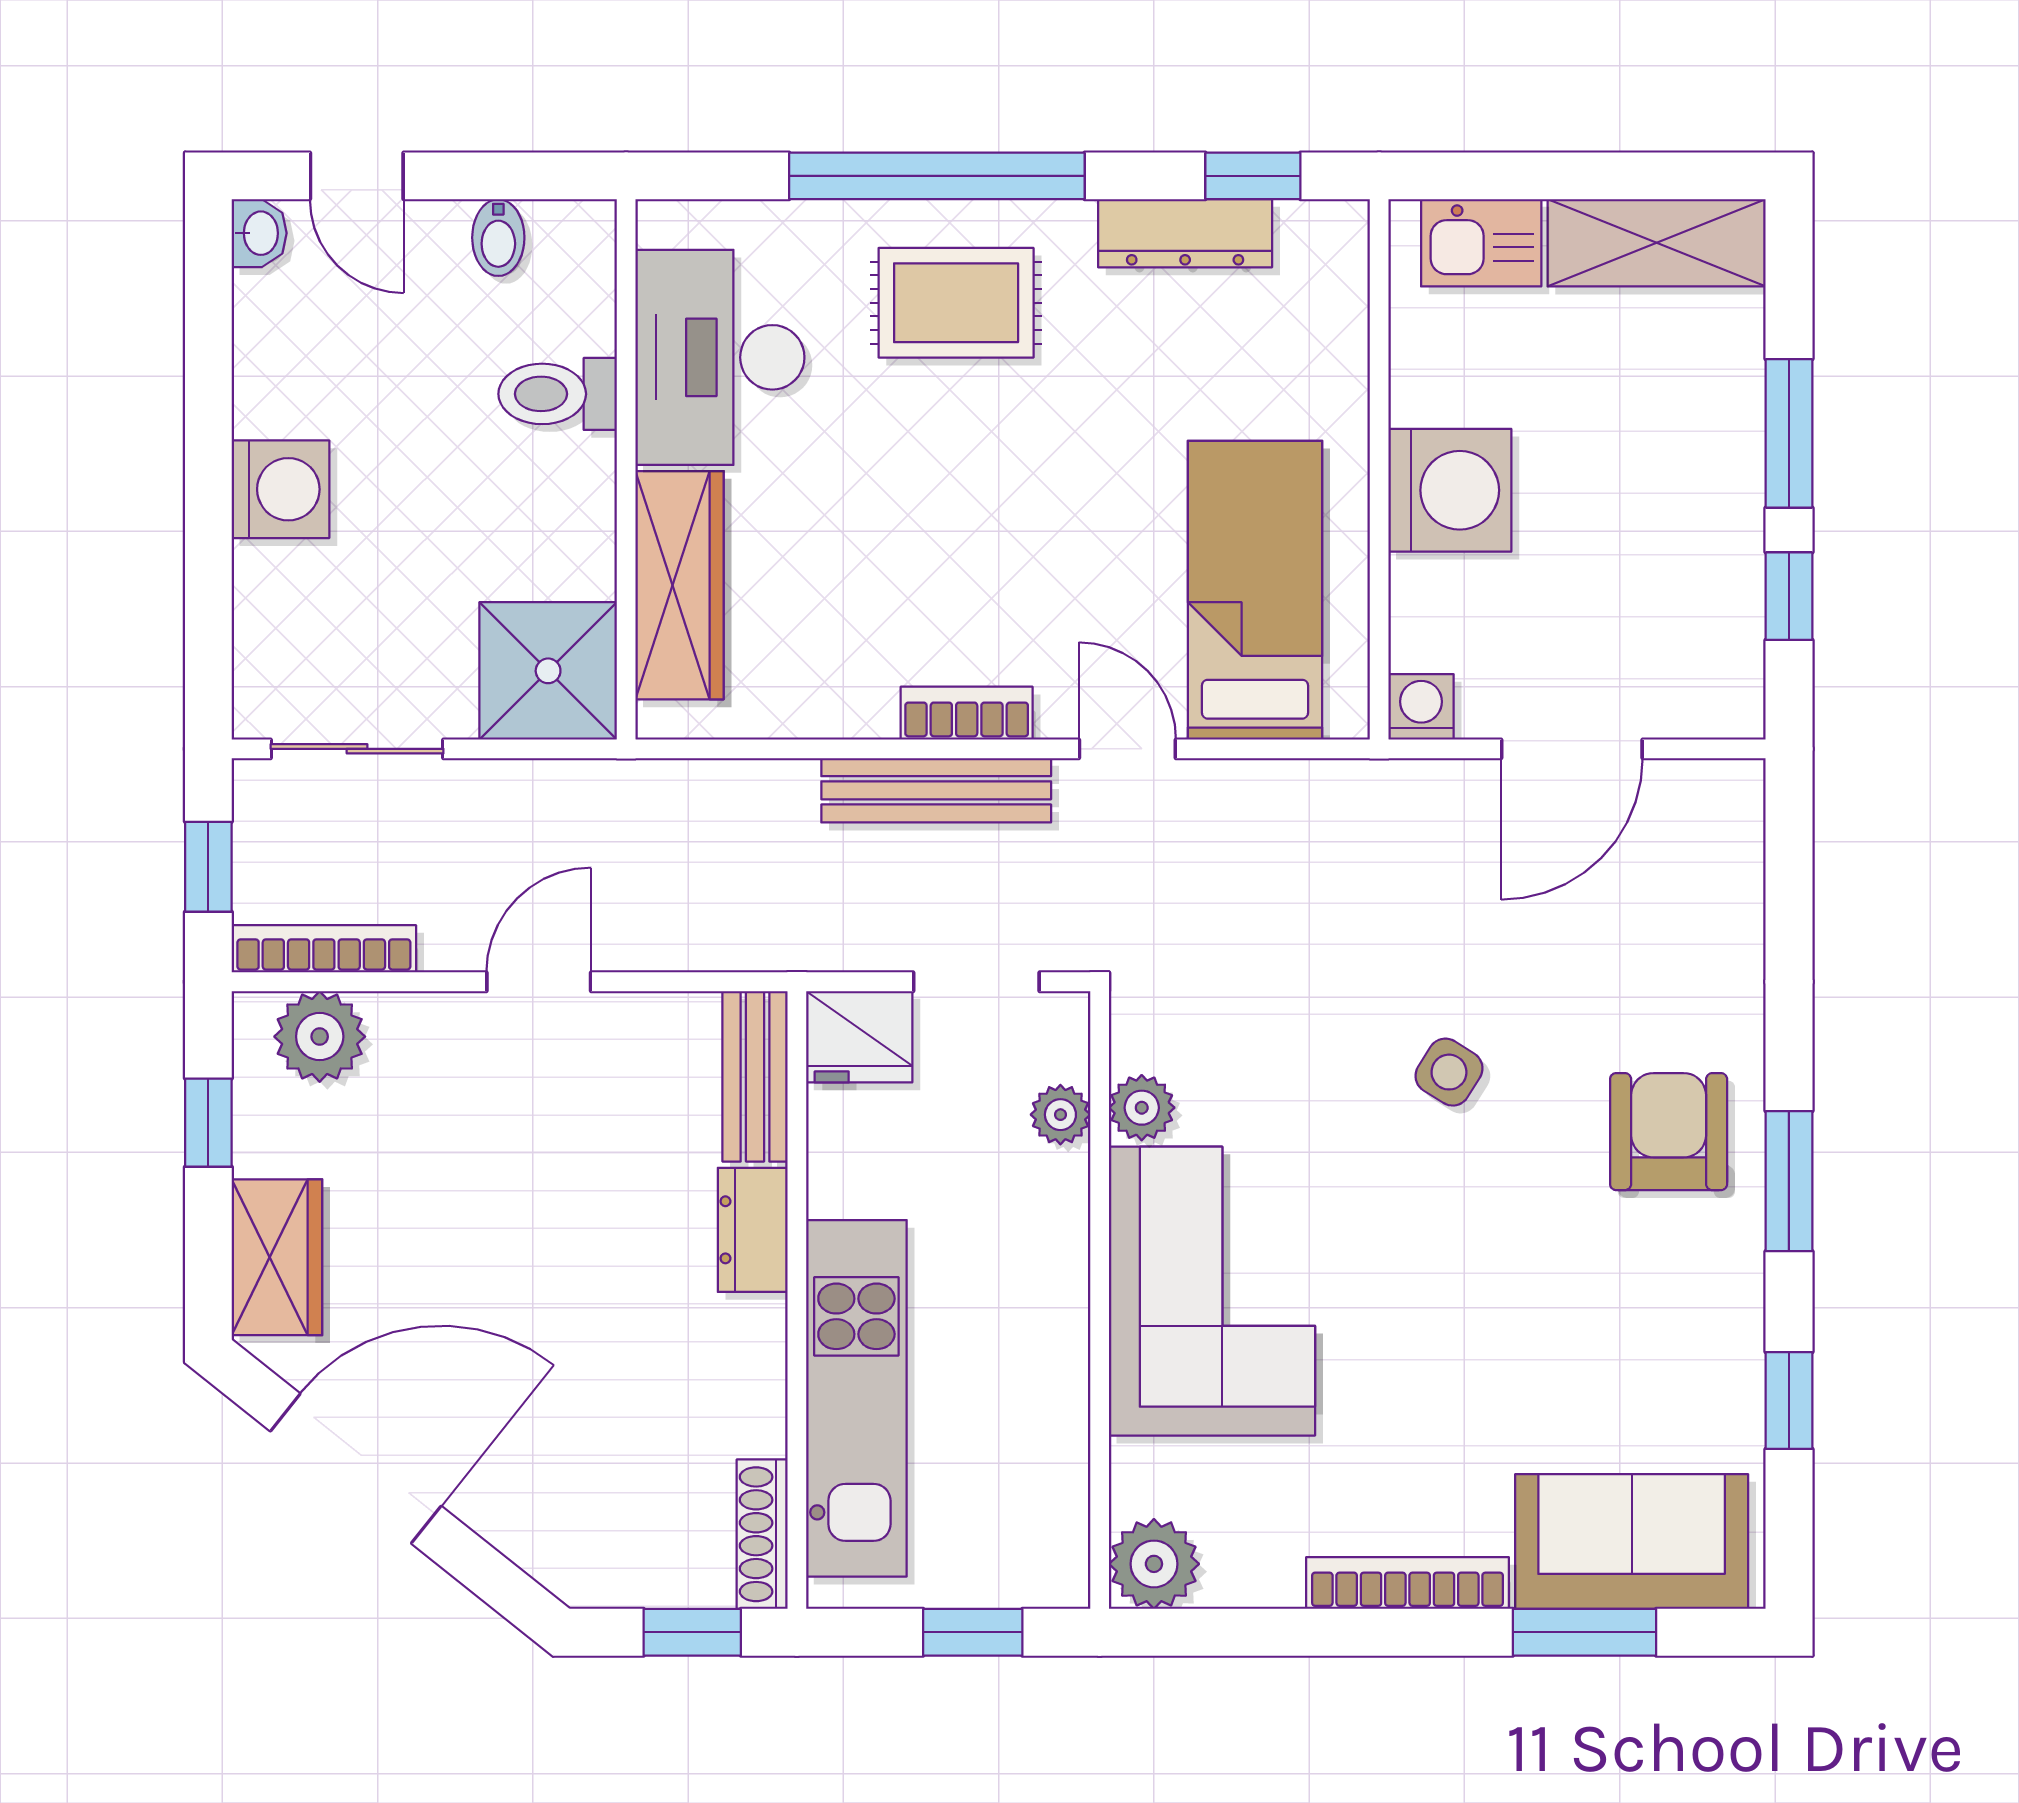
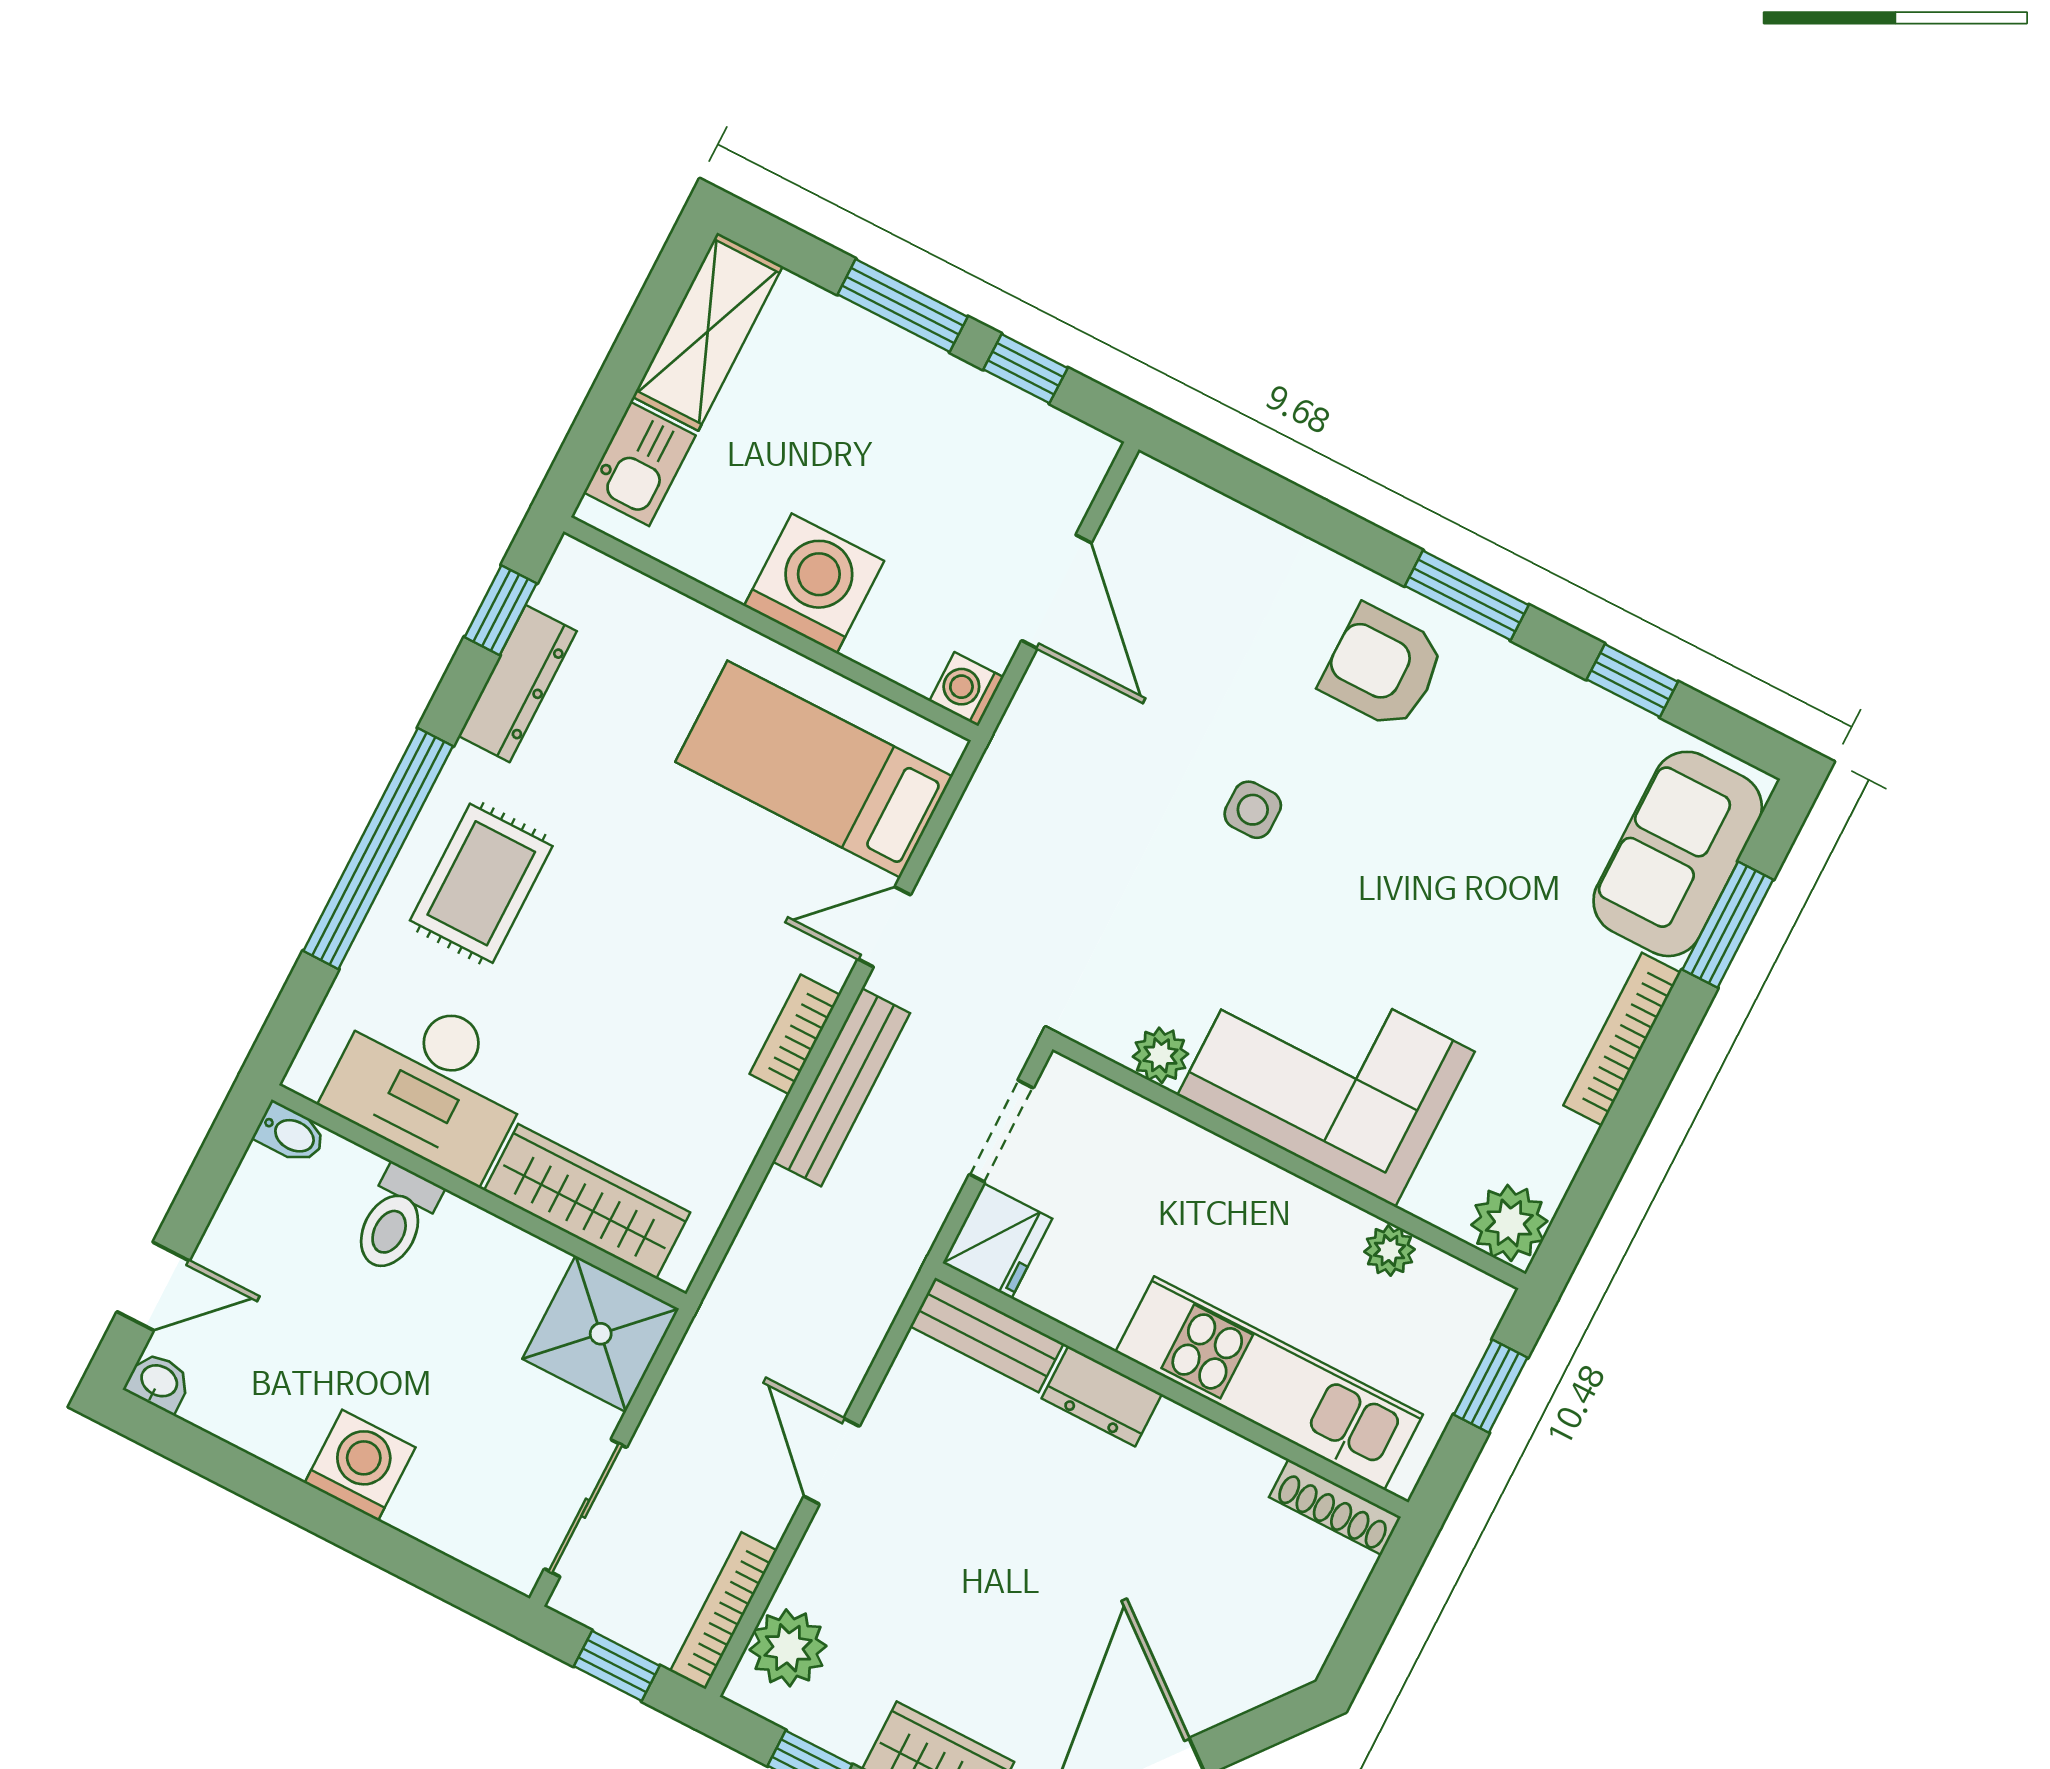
bidet: (498, 238) -> (290, 1134), moved
side table: (1449, 1072) -> (1253, 810), turned -32
plant: (1060, 1115) -> (1390, 1250), moved
window: (692, 1632) -> (1382, 1598), removed

